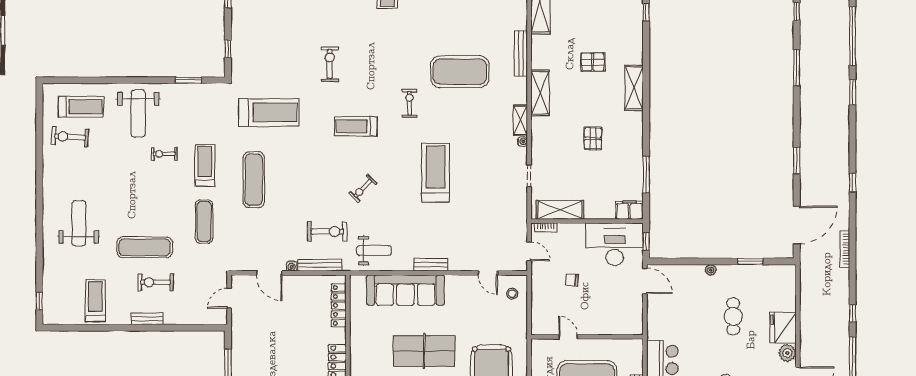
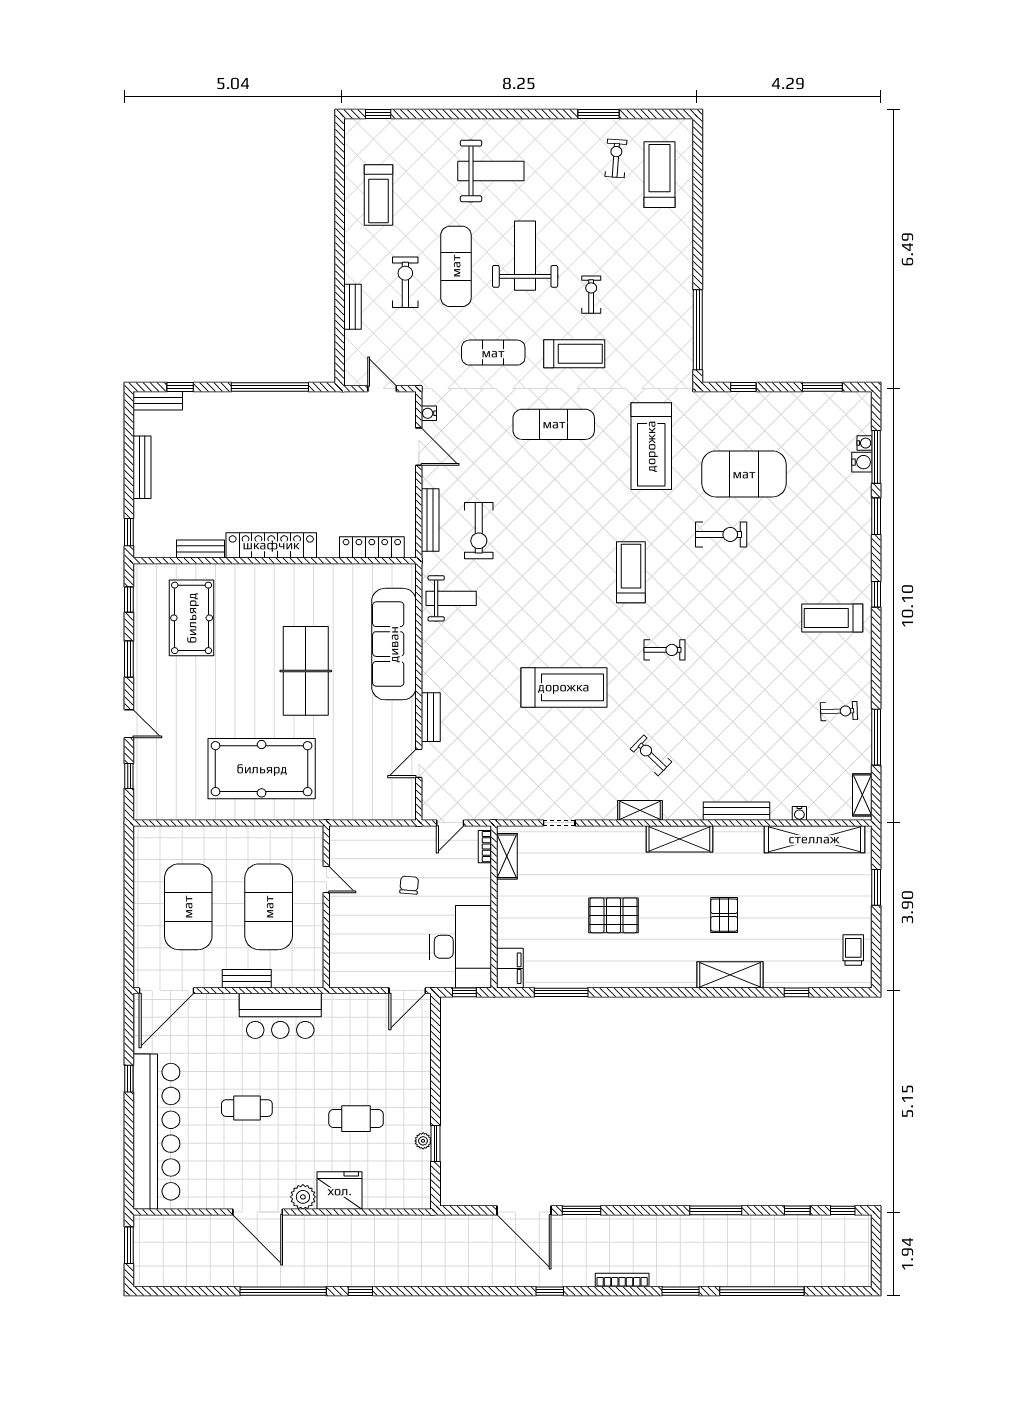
exercise mat: (460, 72) -> (744, 474), moved, turned 90
window: (188, 80) -> (698, 330), width x2.11
shelving: (634, 88) -> (730, 975), moved
treadmill: (81, 107) -> (659, 175), turned 180
weight bench: (138, 113) -> (525, 256), moved, turned 90
exercise bike: (70, 137) -> (616, 158), width x0.73, depth x0.72
pallet: (593, 138) -> (614, 915), width x1.50, depth x1.42
water cooler: (522, 141) -> (799, 813), moved
window: (39, 149) -> (598, 114), added
exercise bike: (363, 188) -> (651, 755), moved
shelving: (560, 210) -> (507, 856), width x0.67, depth x0.75
door: (797, 225) -> (524, 1210), moved
bookcase: (845, 249) -> (622, 1280), moved
weight bench: (374, 251) -> (451, 598), turned -90
bench: (431, 265) -> (431, 717), moved
water cooler: (292, 266) -> (429, 413), moved
plant: (711, 270) -> (423, 1141), moved
door: (269, 273) -> (419, 447), swing flipped
stool: (512, 294) -> (389, 798), removed
treadmill: (95, 301) -> (379, 195), turned 90
bench: (147, 319) -> (353, 307), moved
door: (568, 337) -> (326, 879), hinge flipped

